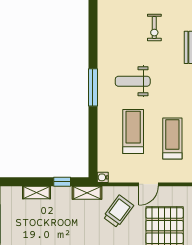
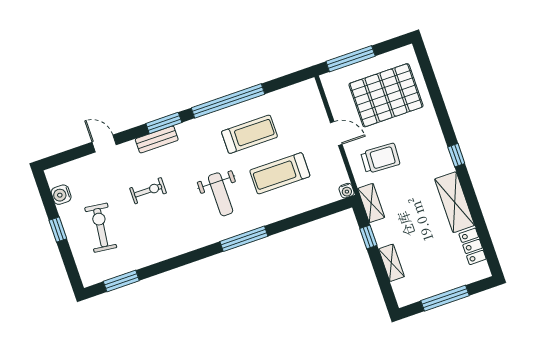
treadmill: (172, 139) -> (249, 134), moved, turned 180
trolley: (118, 211) -> (380, 158), turned 147

